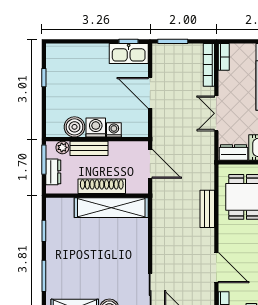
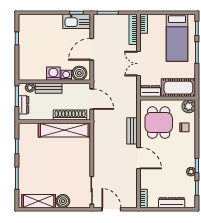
door: (150, 93) -> (92, 49), hinge flipped
boiler: (74, 127) -> (79, 73), moved
shoe rack: (102, 186) -> (70, 115), moved
door: (216, 268) -> (138, 158), moved

